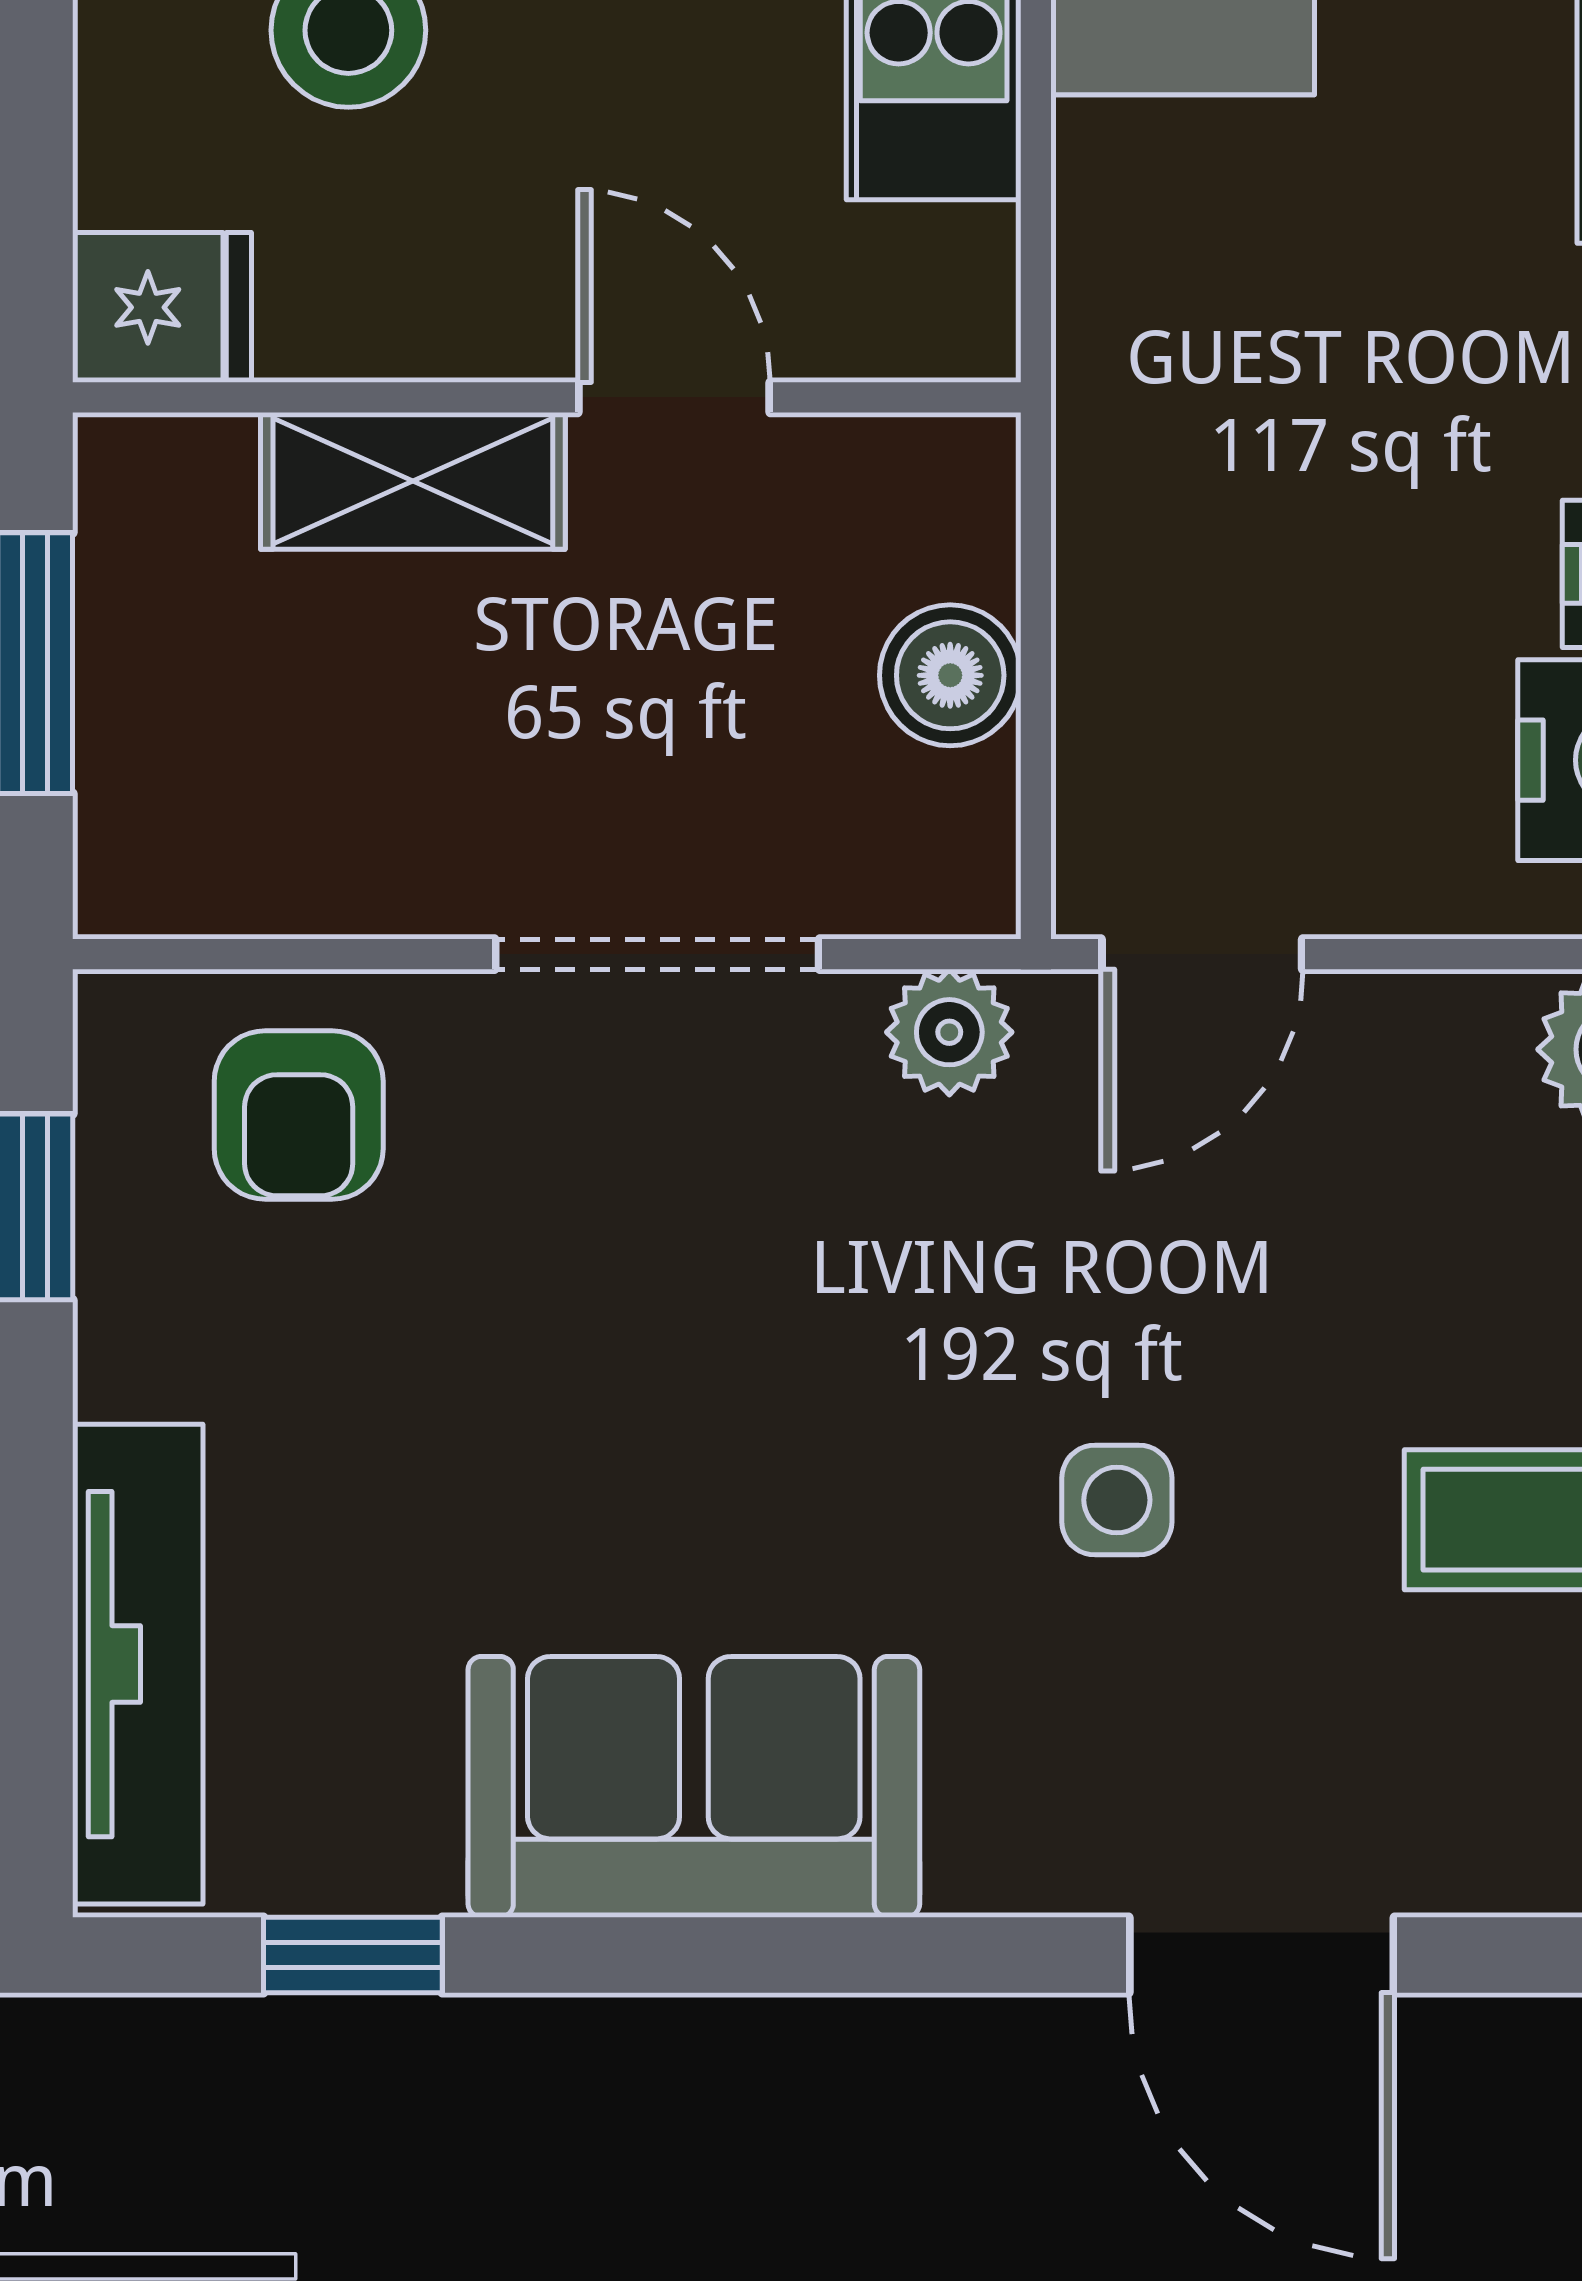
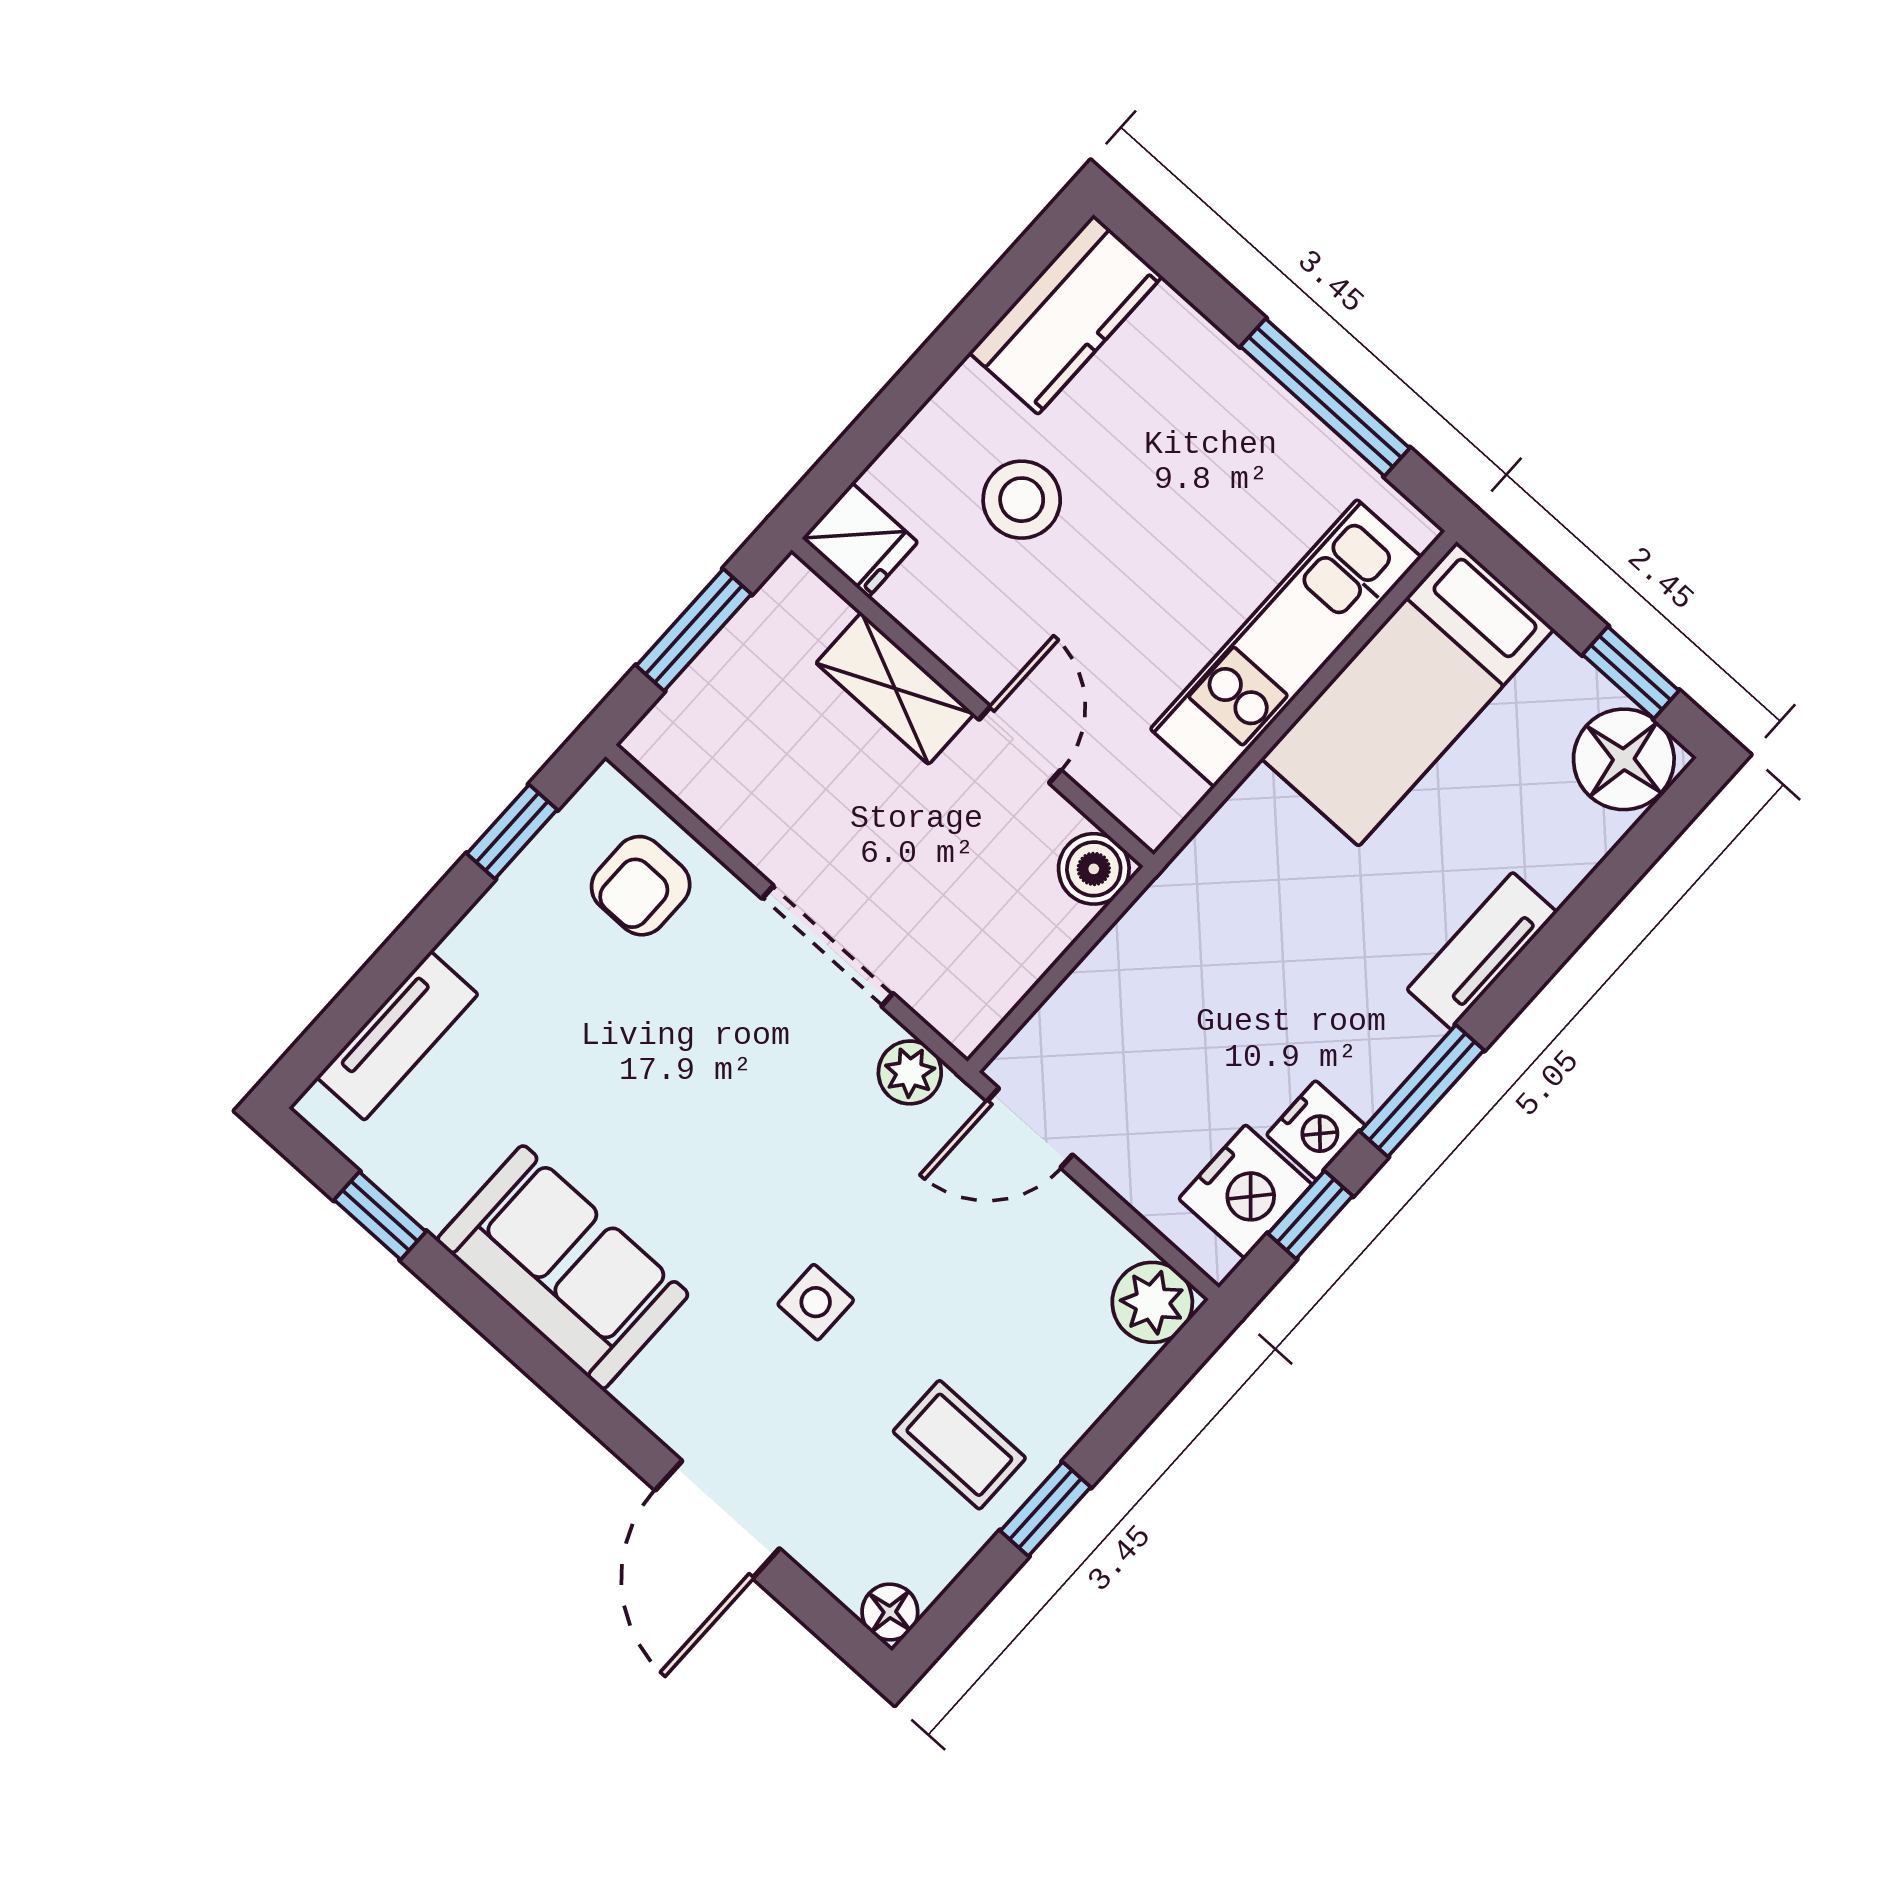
boiler: (950, 675) -> (1094, 869), moved
tv unit: (138, 1664) -> (397, 1036), width x0.71

